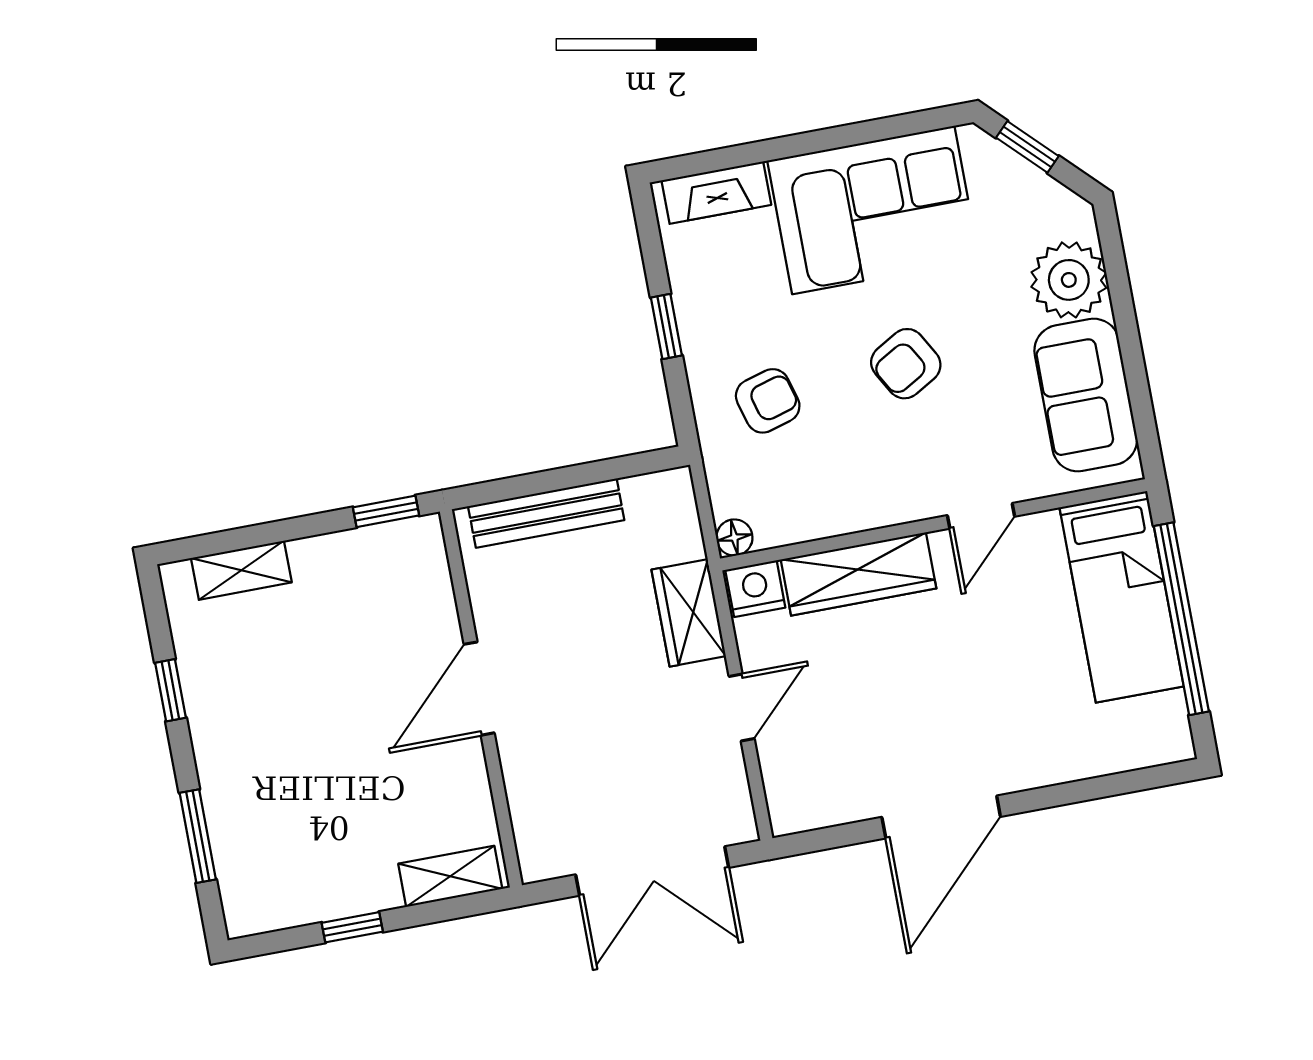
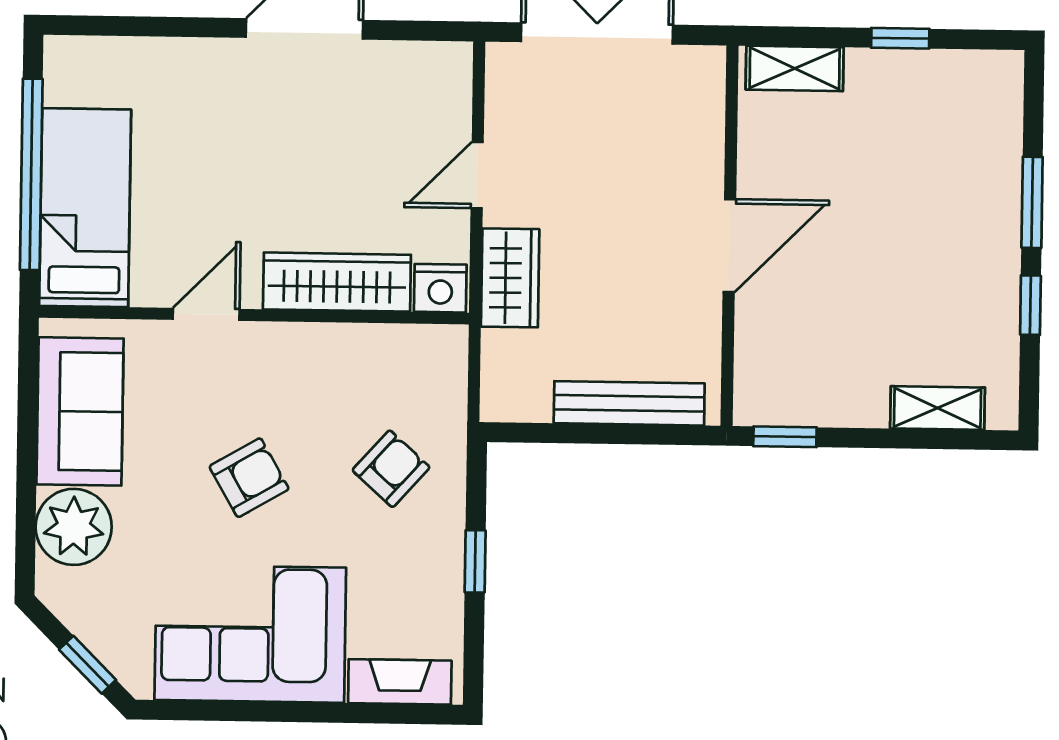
armchair: (768, 401) -> (391, 469), turned 148
floor lamp: (734, 538) -> (451, 342), removed
window: (198, 836) -> (1032, 202), moved

